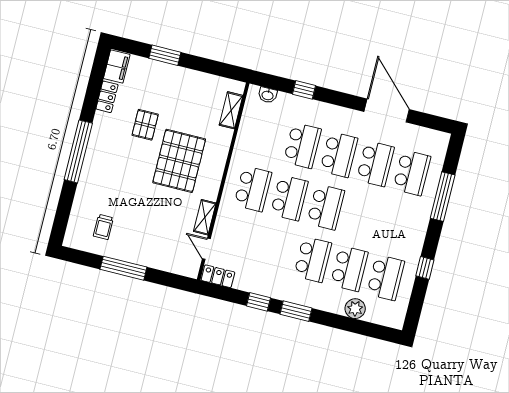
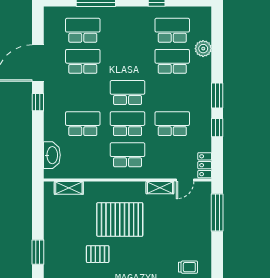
window: (304, 90) -> (38, 102), moved
washbasin: (268, 95) -> (52, 155), width x1.91, depth x1.45
school desk: (339, 155) -> (83, 93), removed
school desk: (313, 259) -> (172, 124), moved
window: (123, 268) -> (217, 212), moved

